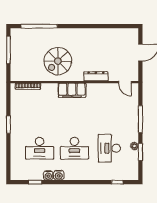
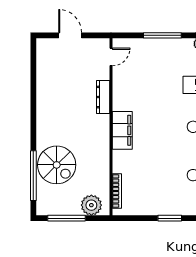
spiral stairs: (58, 61) -> (57, 165), moved
plant: (18, 68) -> (91, 205), added

